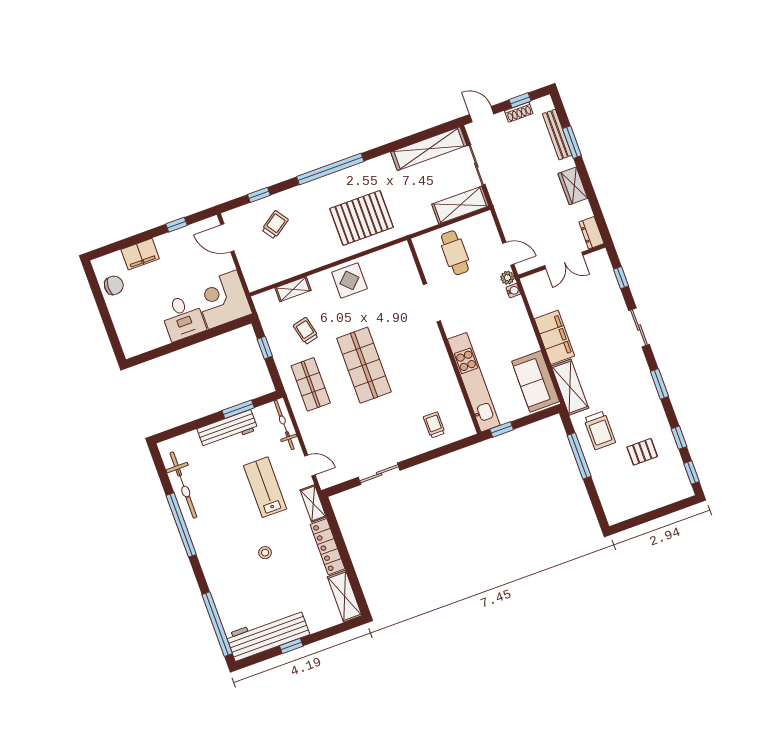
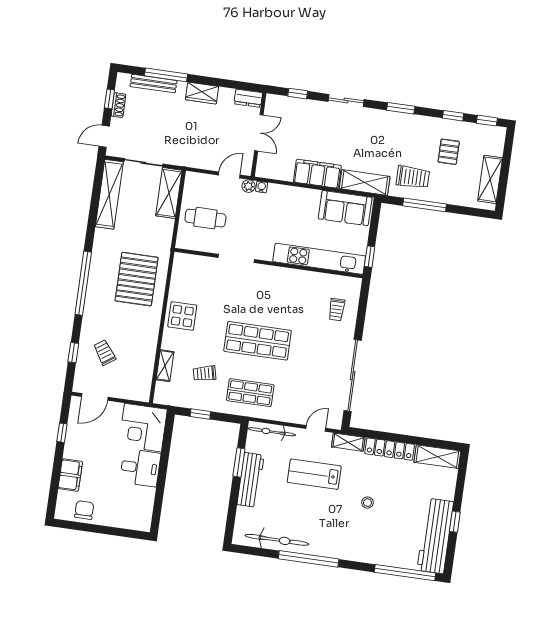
window: (572, 142) -> (166, 75), width x1.44
trolley: (434, 425) -> (337, 310), turned -90
sliding door: (379, 474) -> (353, 375), width x1.86
shelving: (637, 506) -> (490, 179), added

